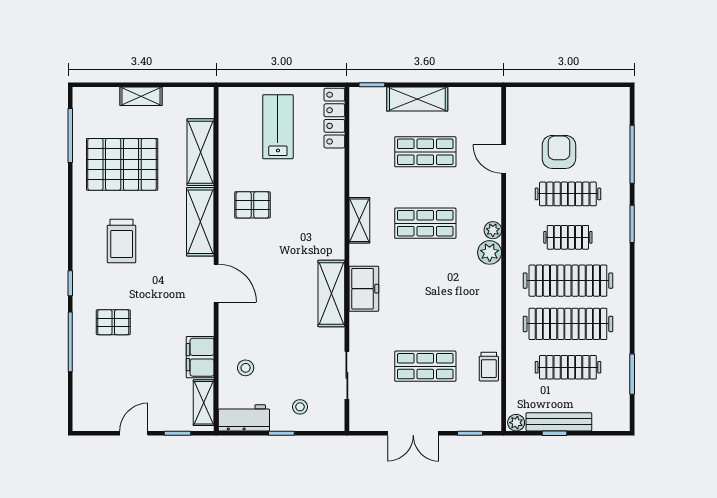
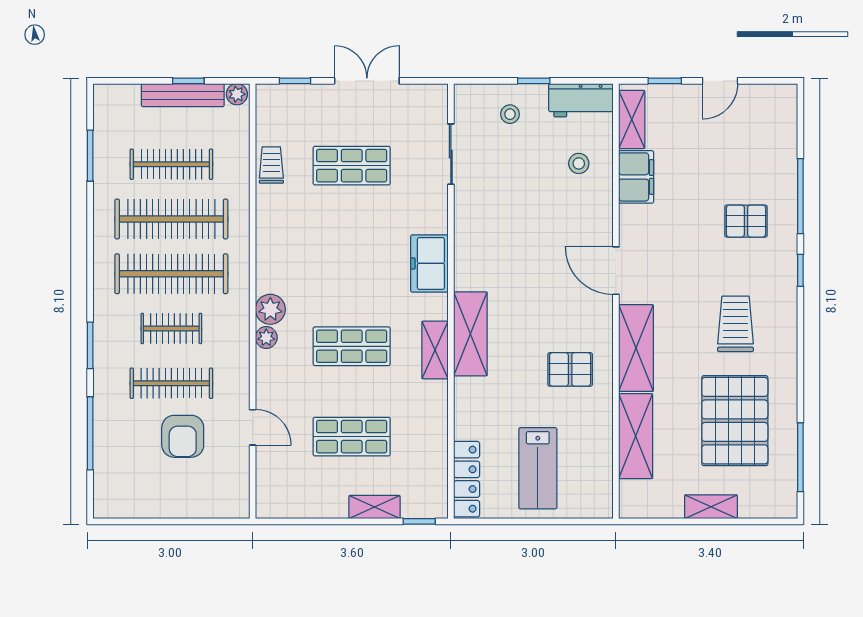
shelving: (417, 99) -> (375, 507), width x0.67, depth x0.75
pallet: (122, 164) -> (735, 421), turned 90
shelving: (331, 293) -> (470, 334), moved

